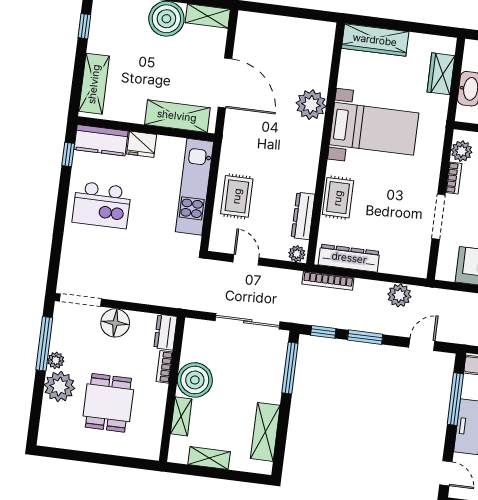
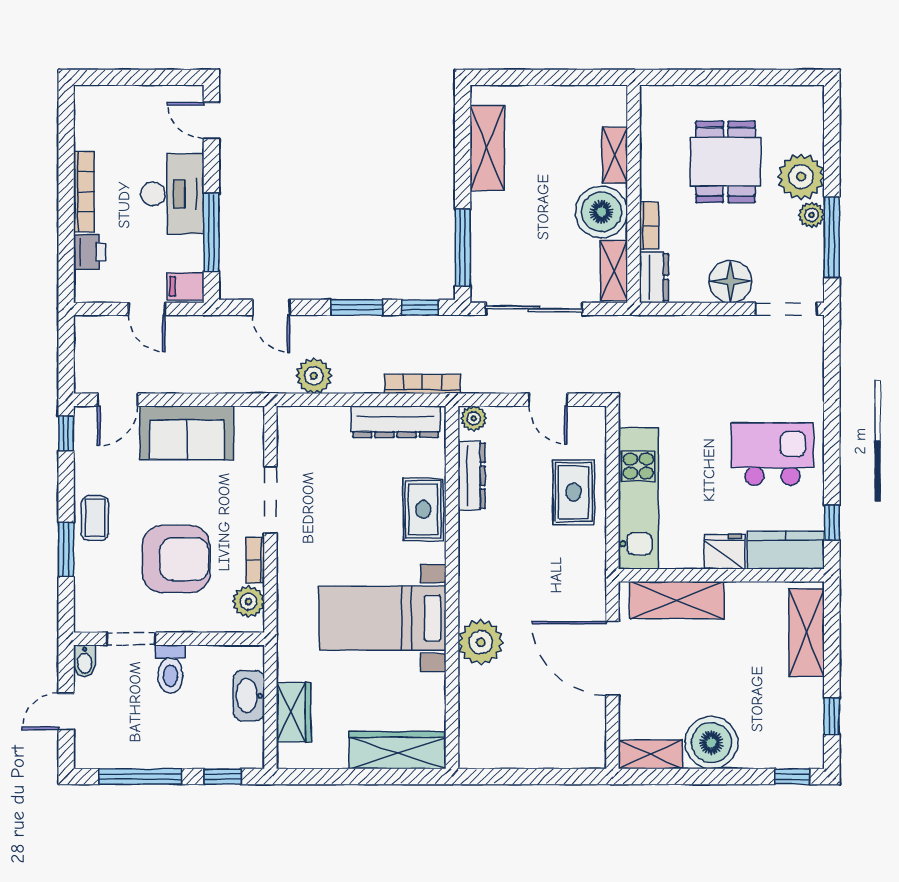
door: (422, 344) -> (271, 307), hinge flipped
shelving: (209, 458) -> (614, 271), moved, turned 90

